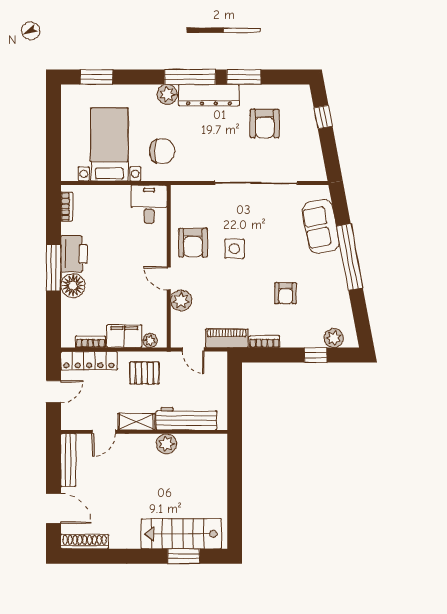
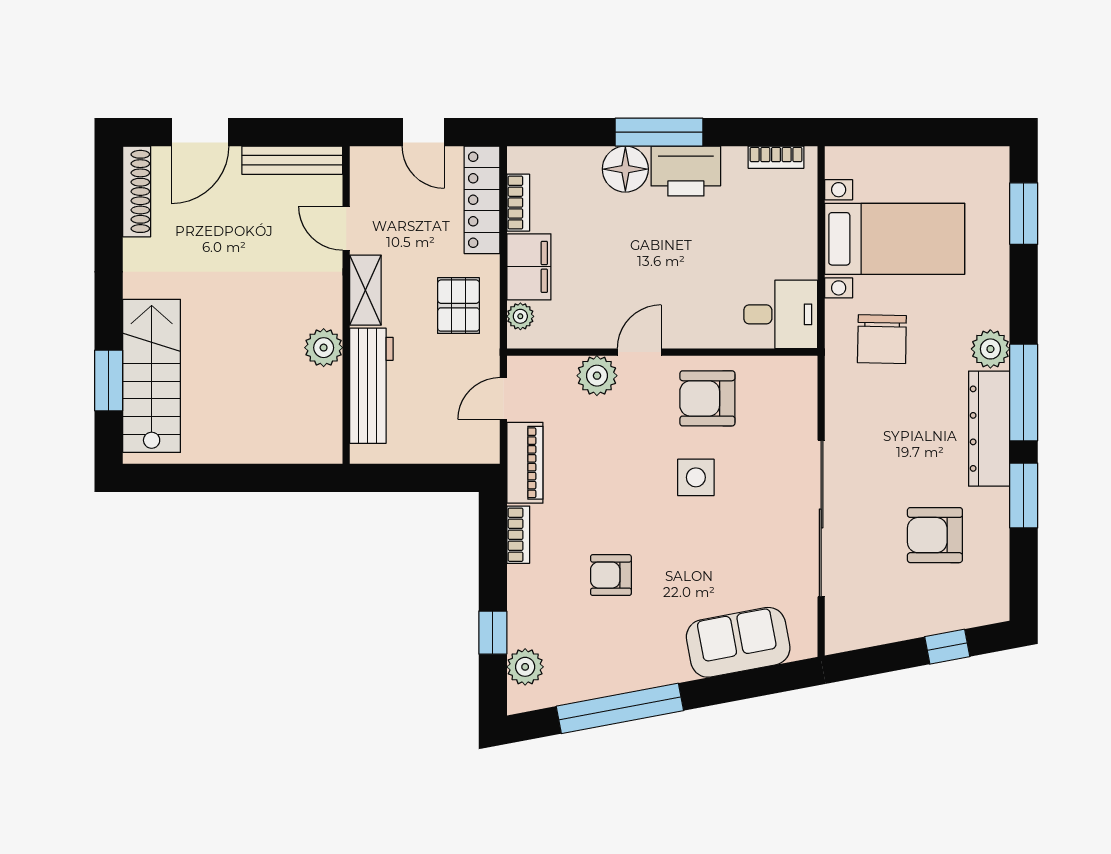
window: (349, 257) -> (620, 708), moved

